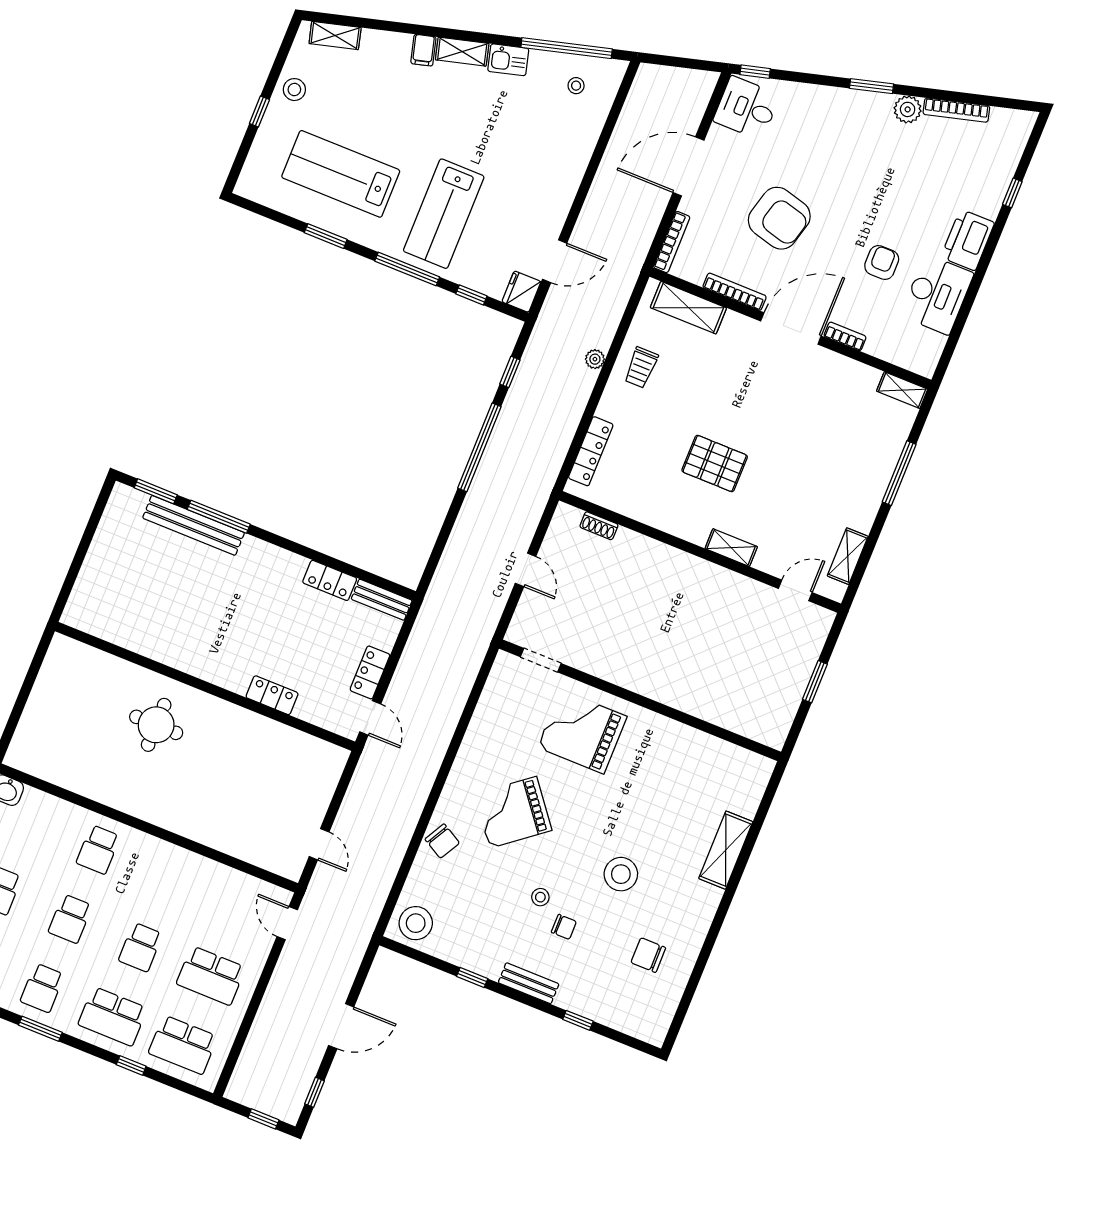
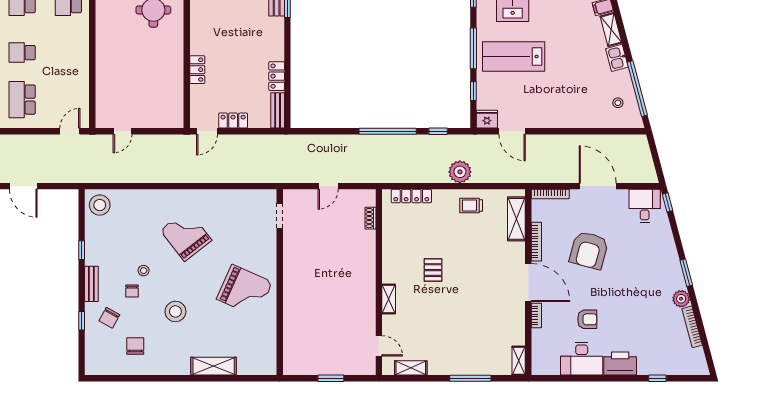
plant: (595, 359) -> (460, 172), width x1.88, depth x1.88
pallet: (715, 463) -> (433, 270), width x0.67, depth x0.71
grand piano: (582, 732) -> (244, 291), moved, turned 114
chair: (442, 841) -> (109, 318), moved

